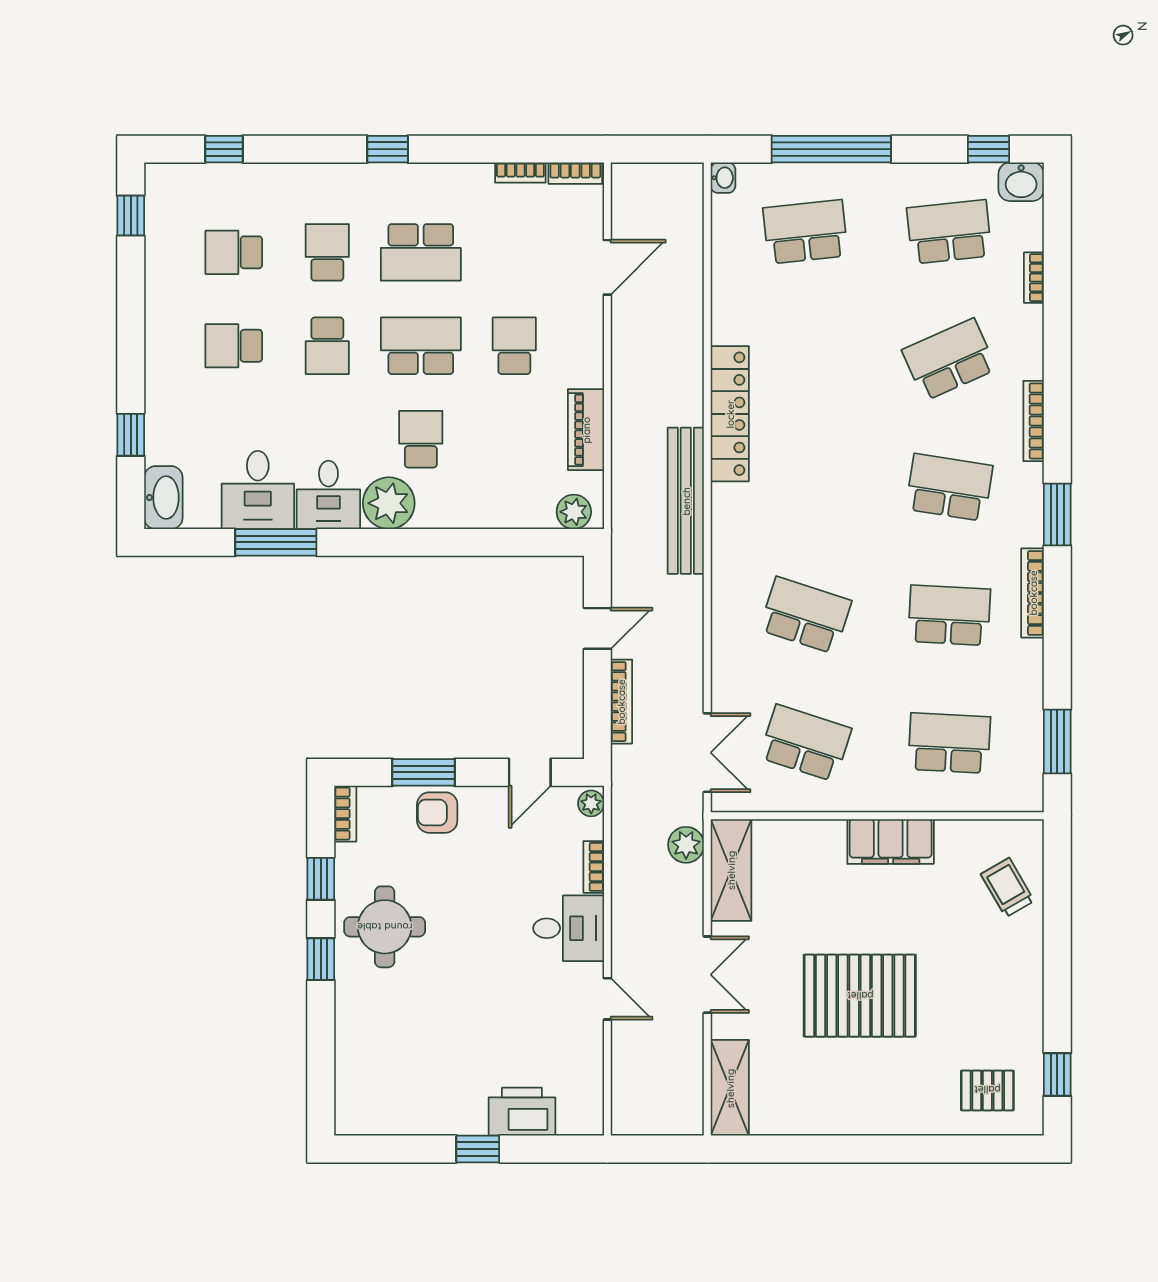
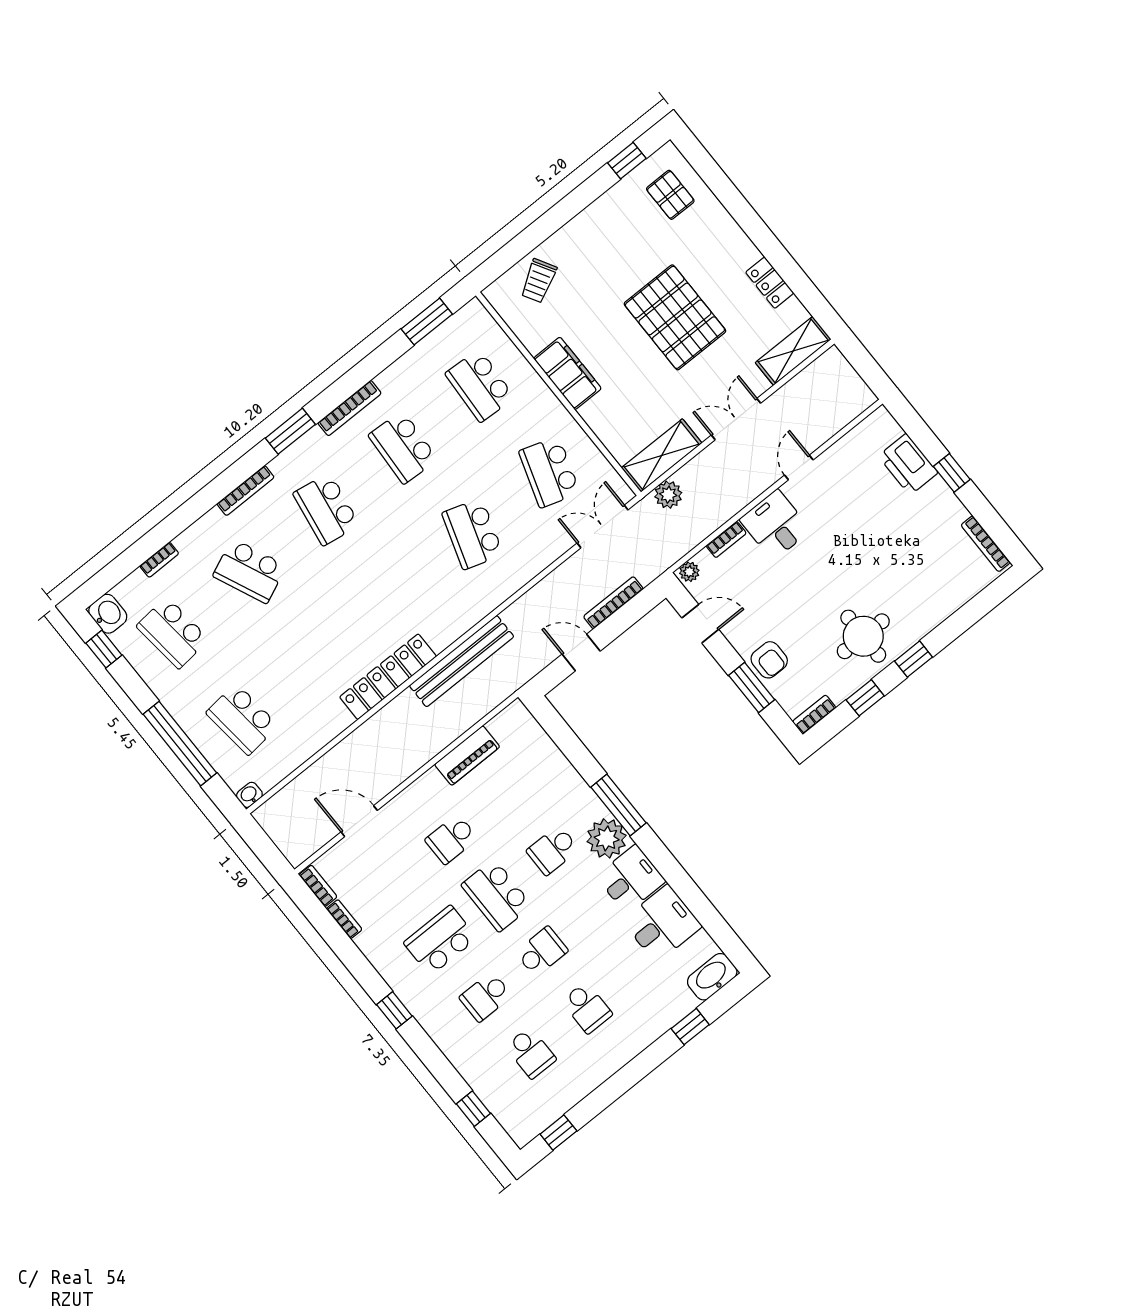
school desk: (421, 252) -> (440, 940), turned -90
plant: (574, 512) -> (522, 723), removed
window: (276, 542) -> (619, 805), moved
locker: (818, 1119) -> (770, 283), added
bookcase: (379, 1126) -> (986, 544), added

